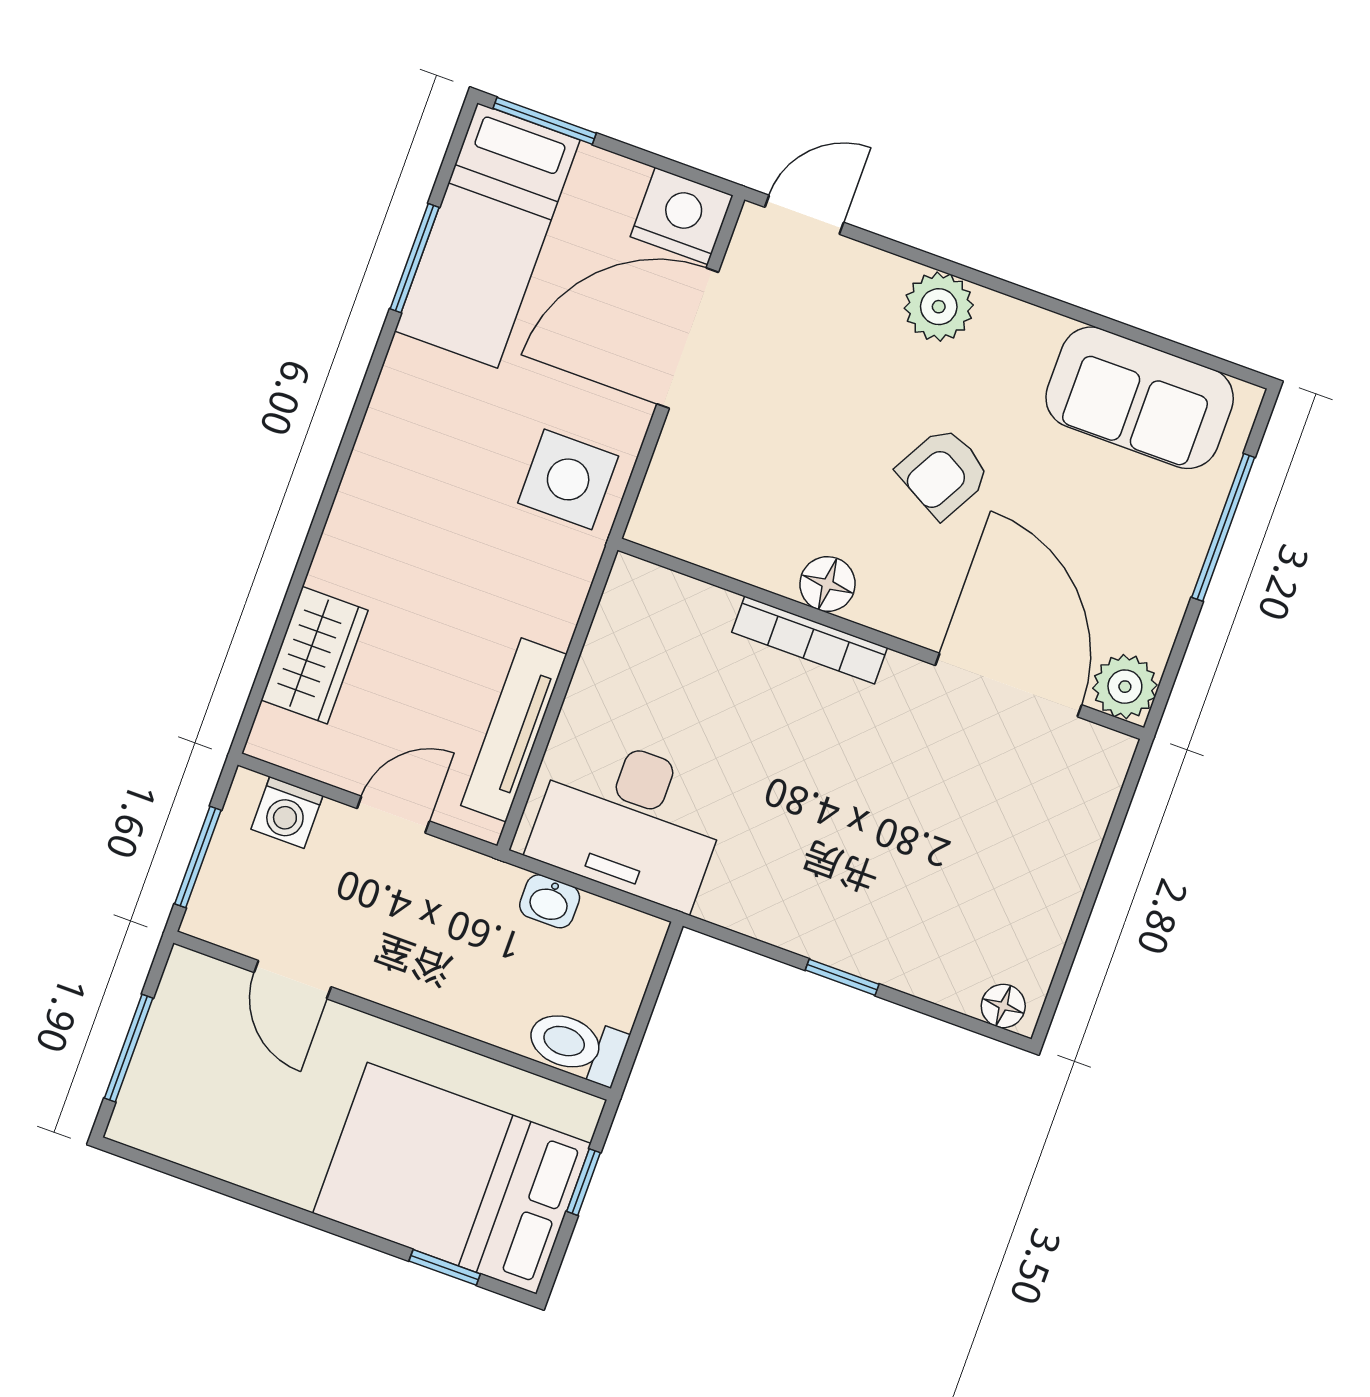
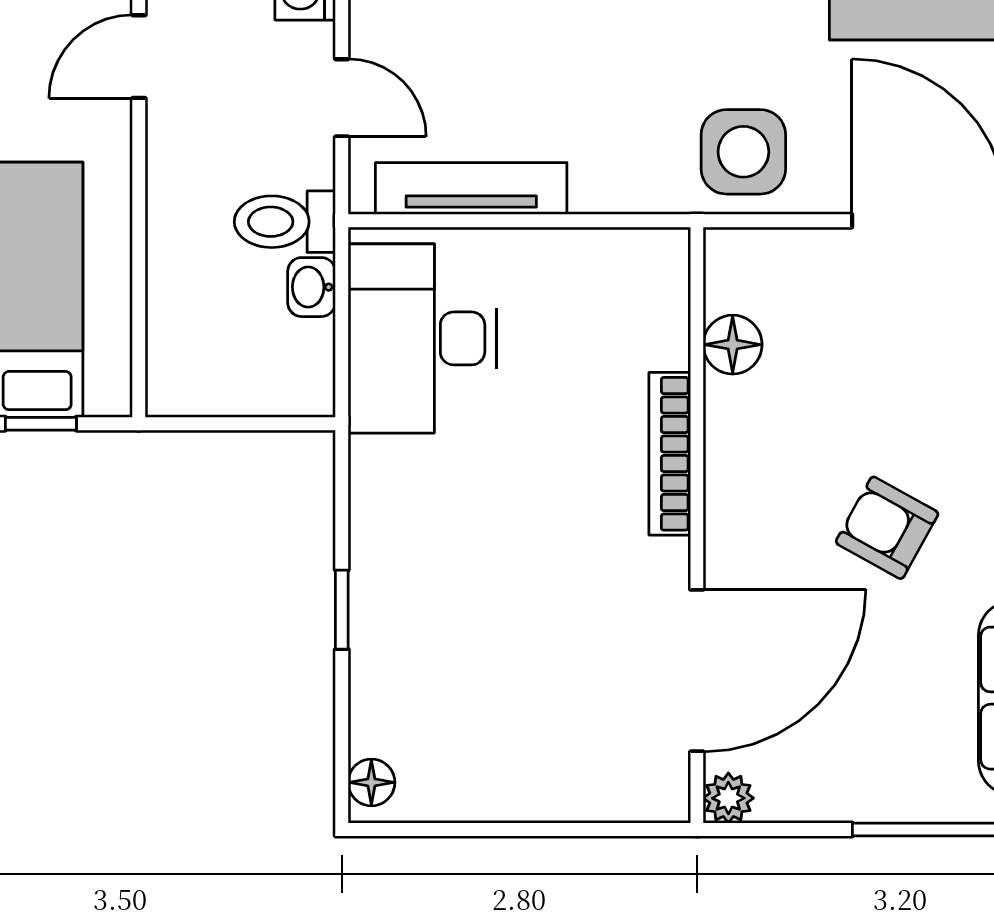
floor lamp: (827, 584) -> (733, 345), moved
plant: (1125, 687) -> (728, 798), width x0.73, depth x0.73
toilet: (576, 1046) -> (285, 222), moved, turned -90

